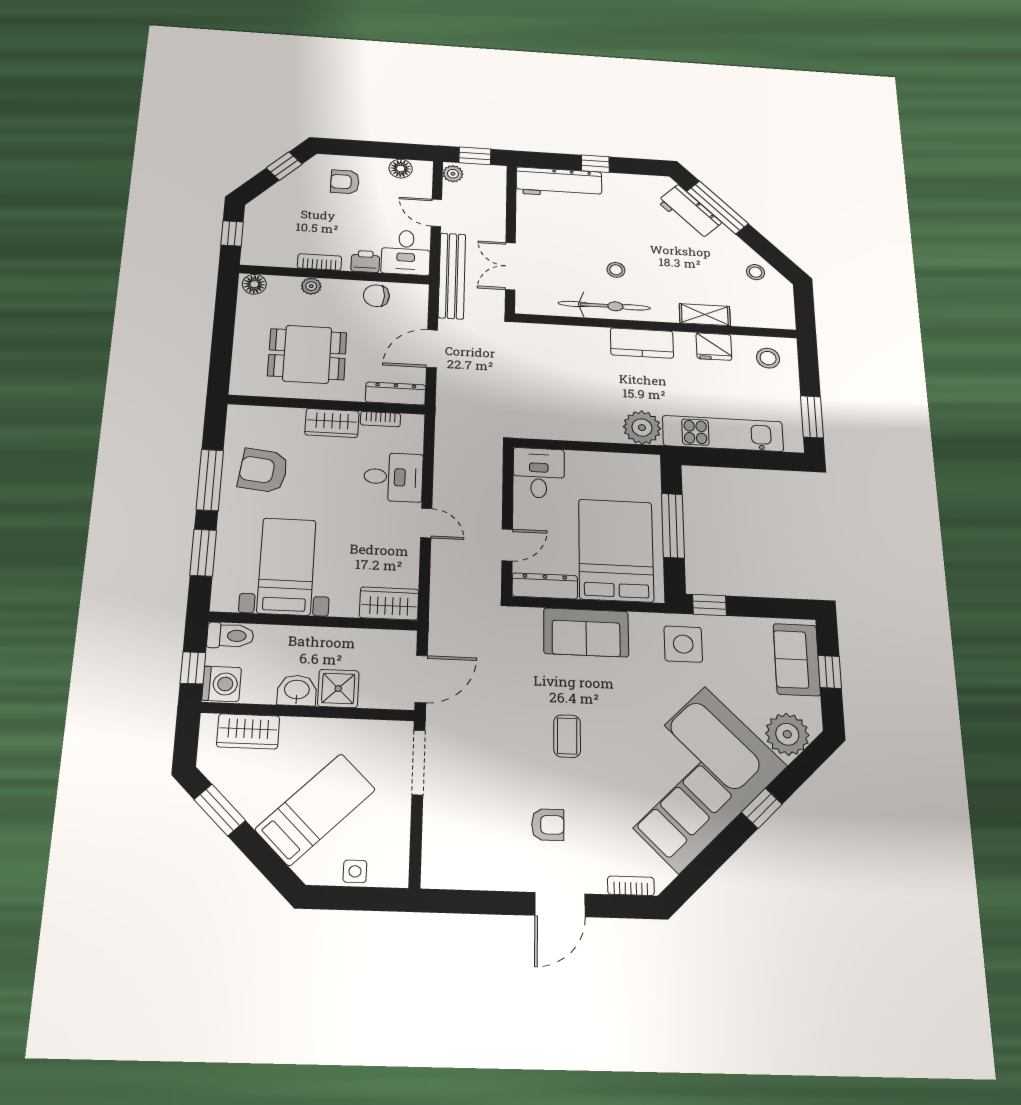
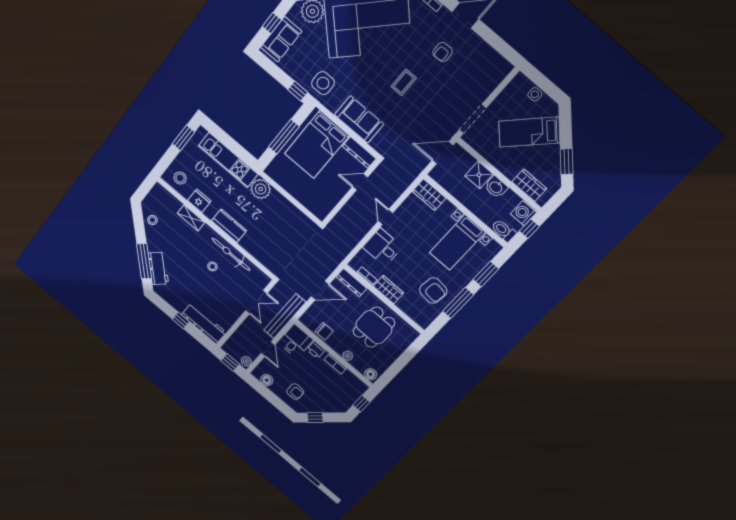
dining table: (307, 354) -> (374, 327), turned 90
desk: (539, 473) -> (321, 203), removed
armchair: (548, 825) -> (443, 52), turned -92

